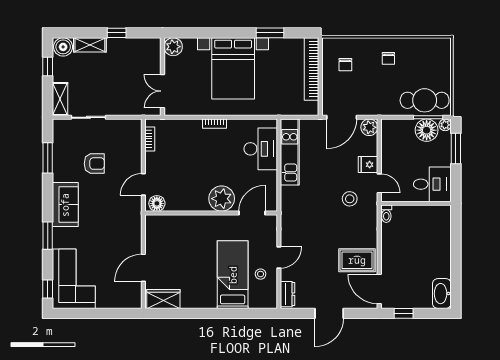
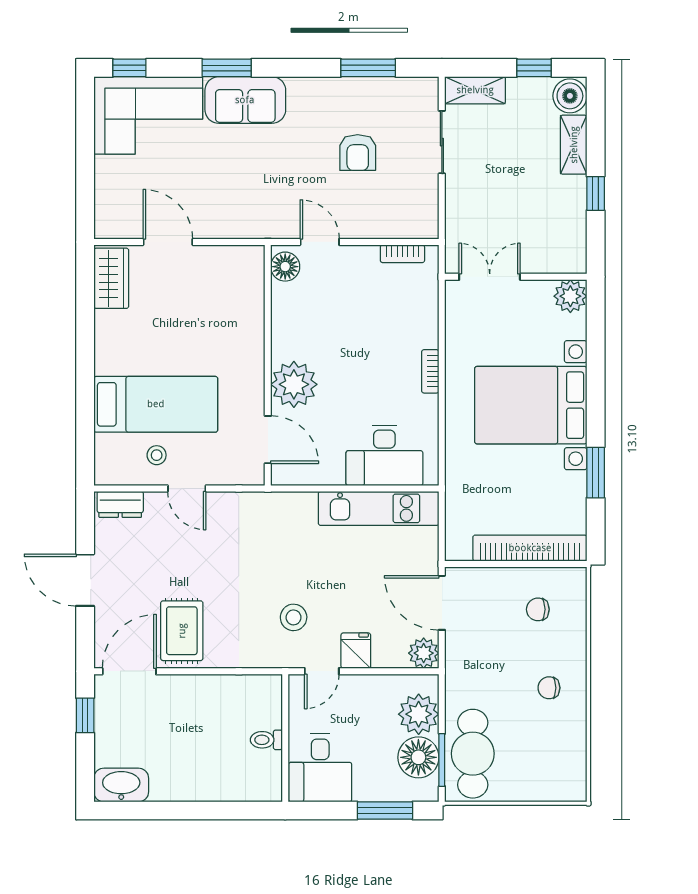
plant: (445, 125) -> (419, 714), moved, width x1.88, depth x1.88
sofa: (65, 205) -> (245, 100), moved
toilet: (386, 214) -> (266, 740), moved

